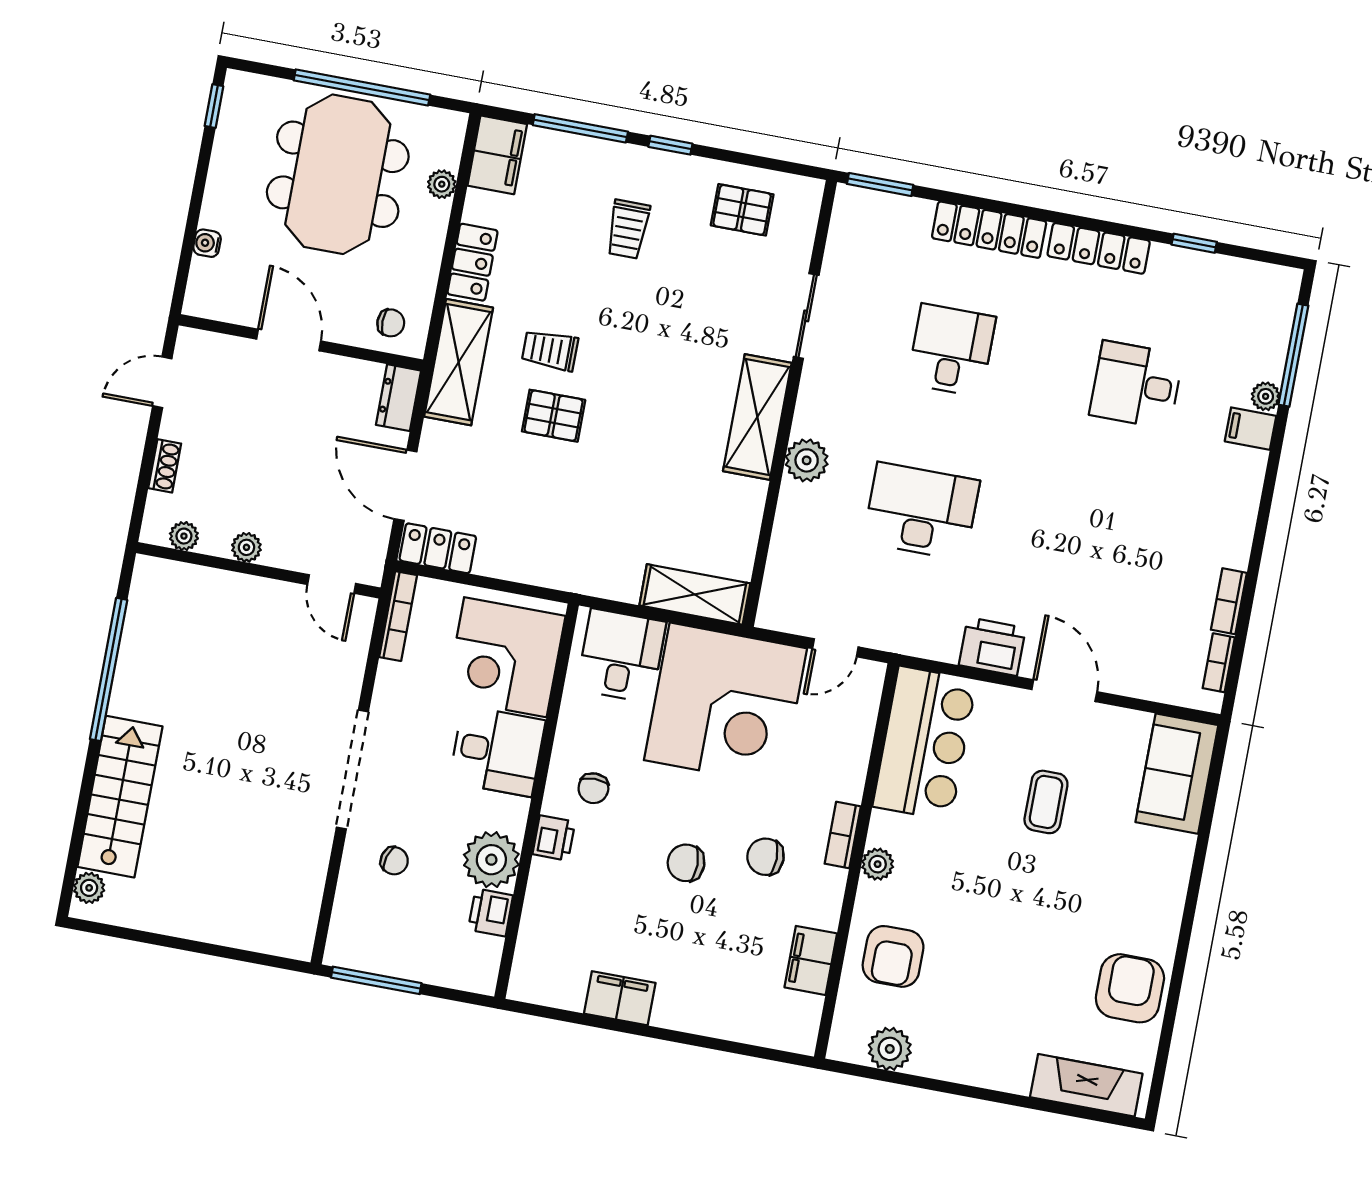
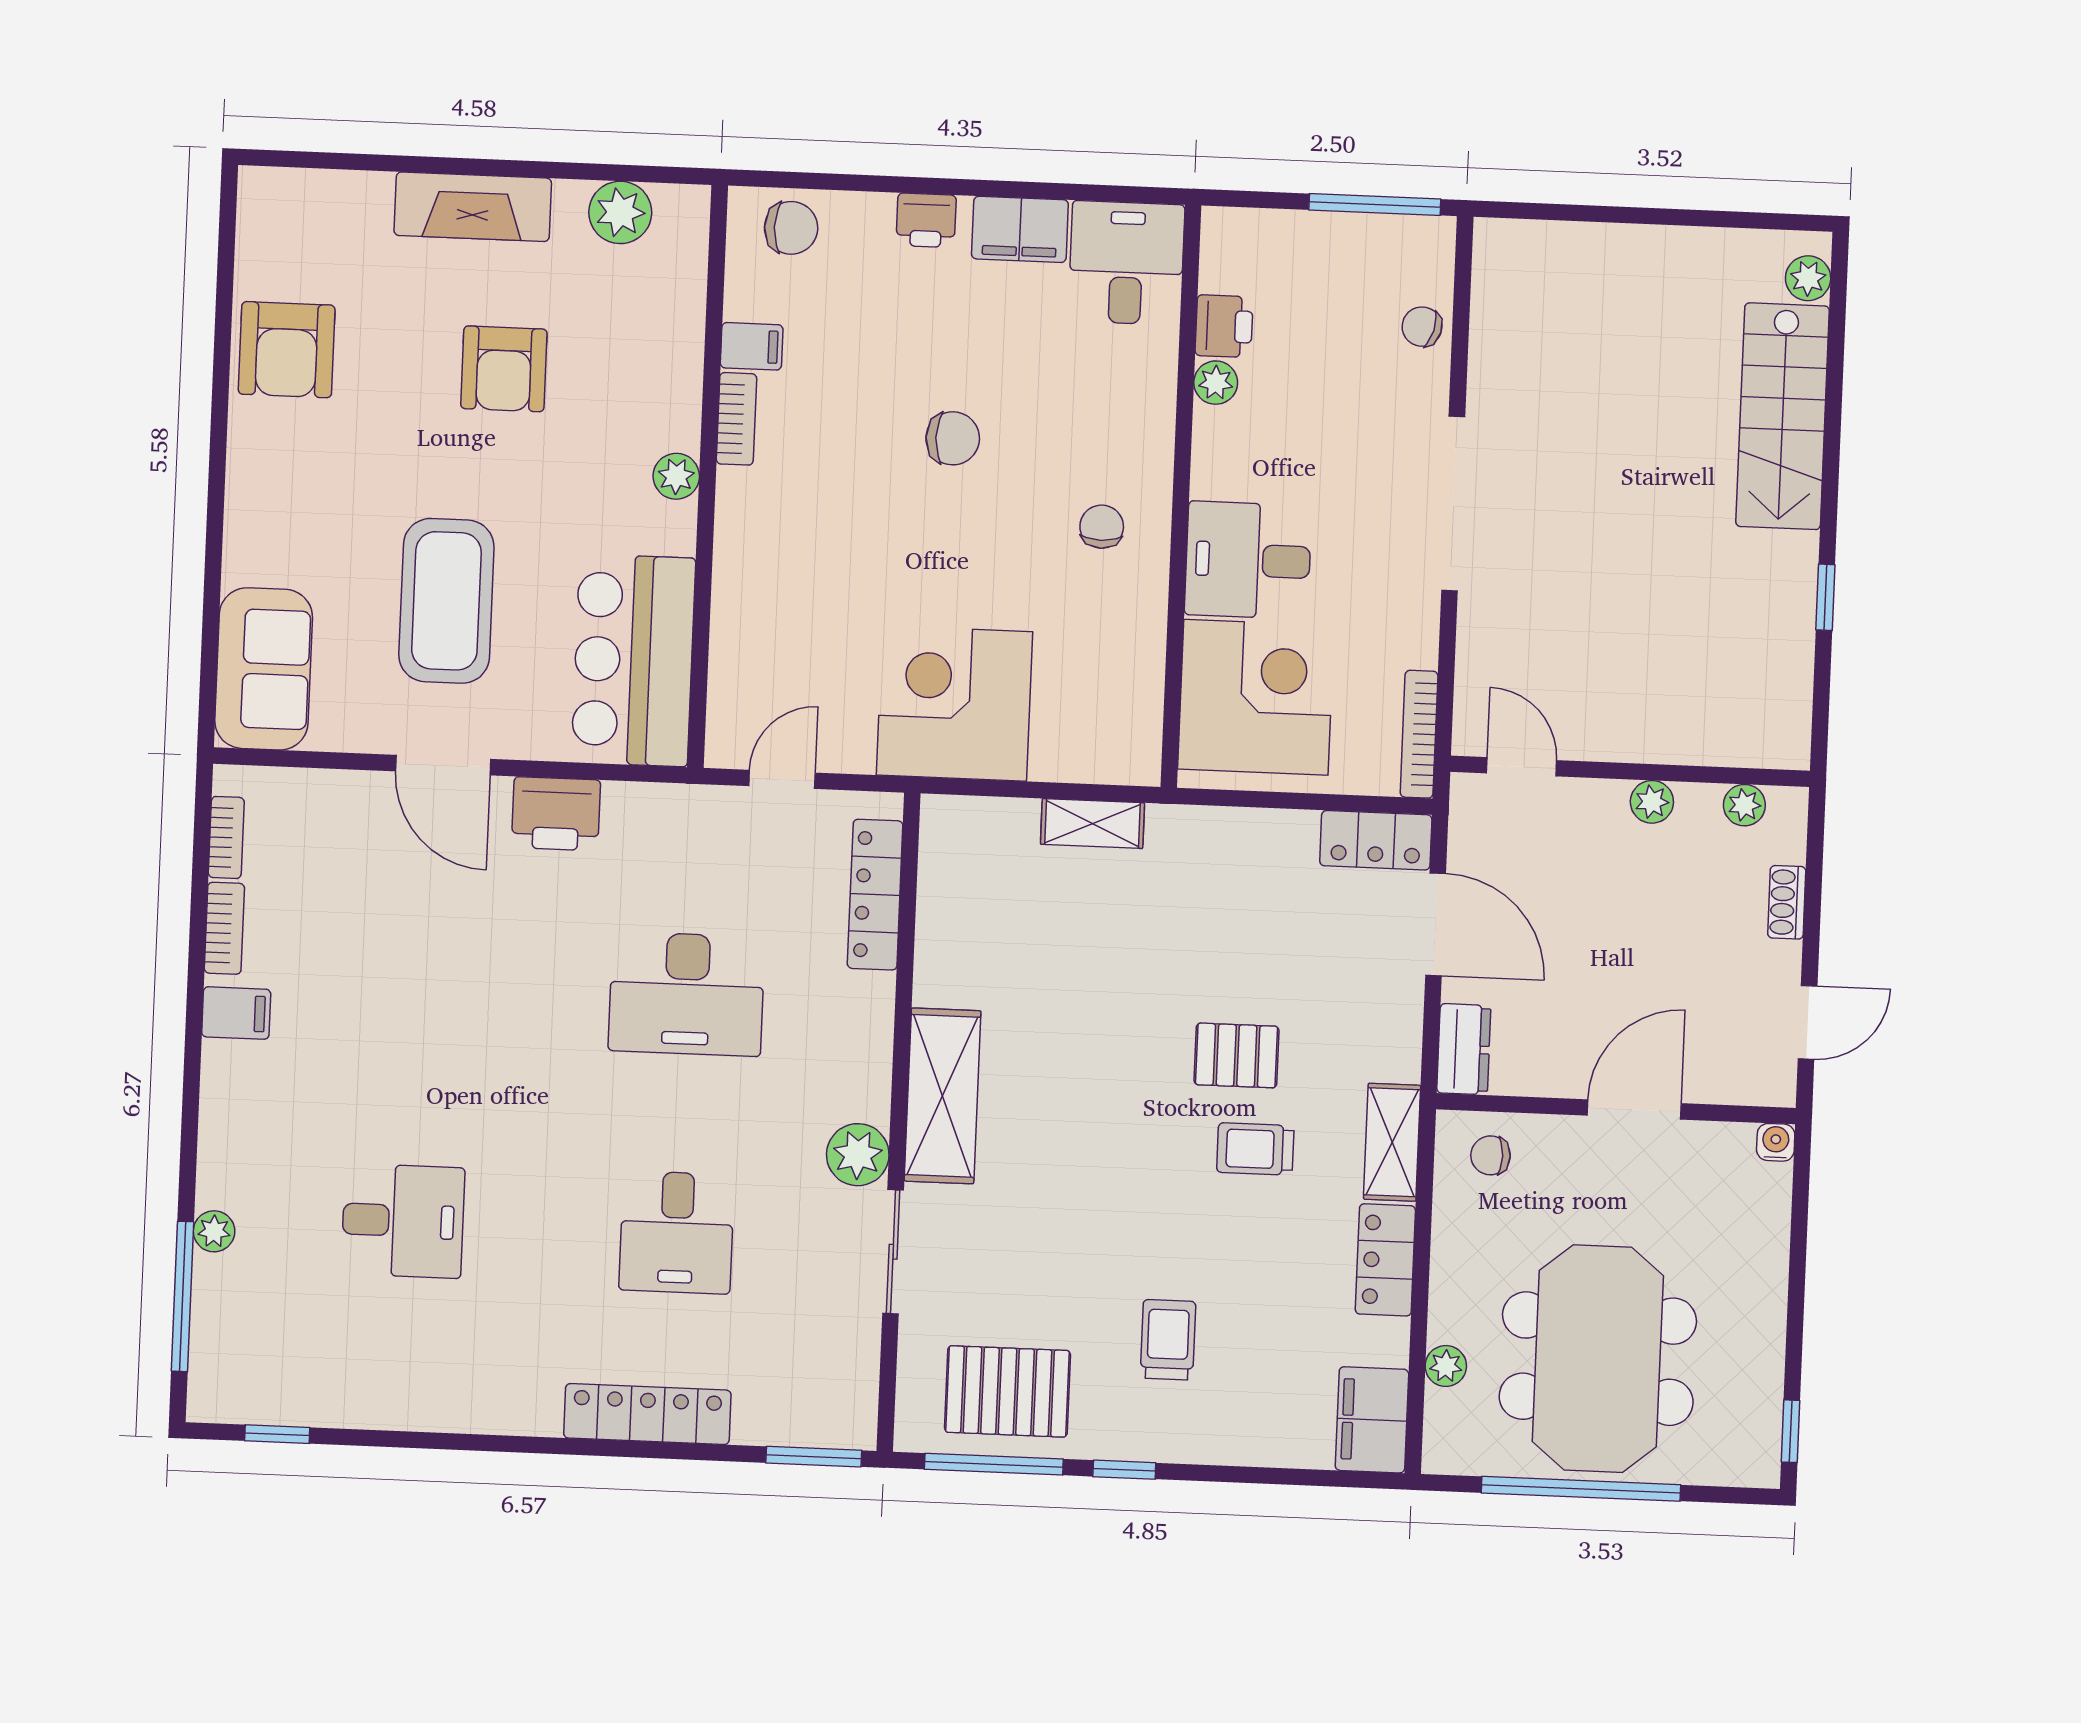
window: (580, 128) -> (994, 1464), moved
pallet: (742, 210) -> (1007, 1391), width x1.50, depth x1.42
water cooler: (207, 243) -> (1776, 1142), moved, turned -90
window: (1194, 243) -> (277, 1434), moved
locker: (1099, 248) -> (875, 895), moved, turned -90
door: (289, 340) -> (1634, 1109), swing flipped
trolley: (550, 350) -> (1255, 1149), turned 180
shelving: (459, 362) -> (1392, 1142), width x0.67, depth x0.75
filing cabinet: (1251, 429) -> (236, 1013), moved
plant: (807, 460) -> (858, 1155), moved
shelving: (695, 594) -> (1093, 824), moved, width x0.67, depth x0.75
desk: (621, 656) -> (1126, 263), moved, turned 180
window: (109, 669) -> (1825, 597), width x0.32
corner desk: (726, 704) -> (955, 703), width x0.74, depth x0.74
coffee table: (1046, 802) -> (446, 601), width x1.86, depth x1.72
bookcase: (843, 835) -> (736, 419), moved
printer: (554, 838) -> (926, 220), moved, turned -90
chair: (765, 857) -> (791, 228), moved
plant: (491, 860) -> (1216, 383), width x0.53, depth x0.53
chair: (394, 861) -> (1422, 327), moved
armchair: (893, 956) -> (504, 369), moved, turned 180
filing cabinet: (811, 960) -> (752, 346), width x0.50
fireplace: (1086, 1085) -> (473, 207), moved

